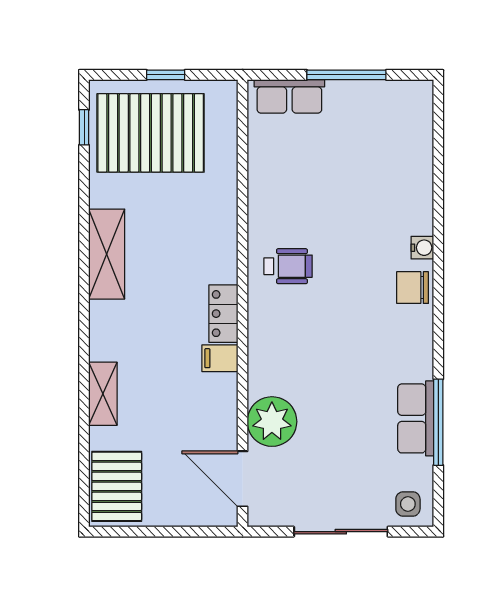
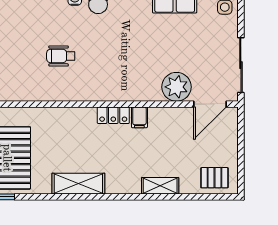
wheelchair: (288, 266) -> (61, 56), moved, turned -90
pallet: (117, 486) -> (214, 178), width x0.67, depth x0.71
sliding door: (341, 532) -> (241, 65), moved

